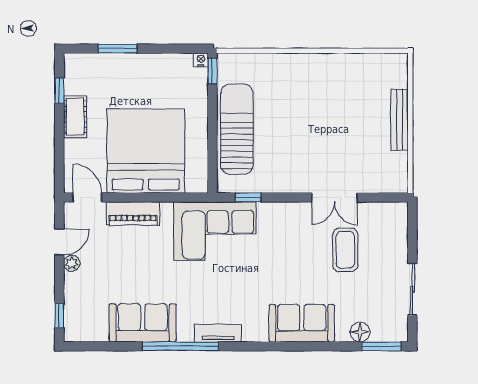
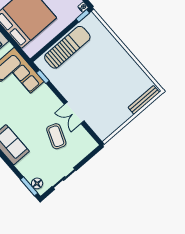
bench: (399, 120) -> (144, 100), moved
coffee table: (345, 250) -> (56, 136), turned -69
floor lamp: (360, 332) -> (37, 183), moved

